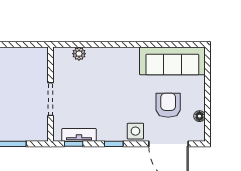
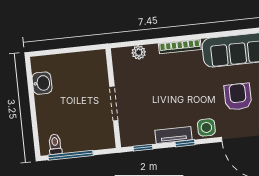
bookcase: (118, 52) -> (180, 46), added
tv unit: (79, 135) -> (174, 135), moved

